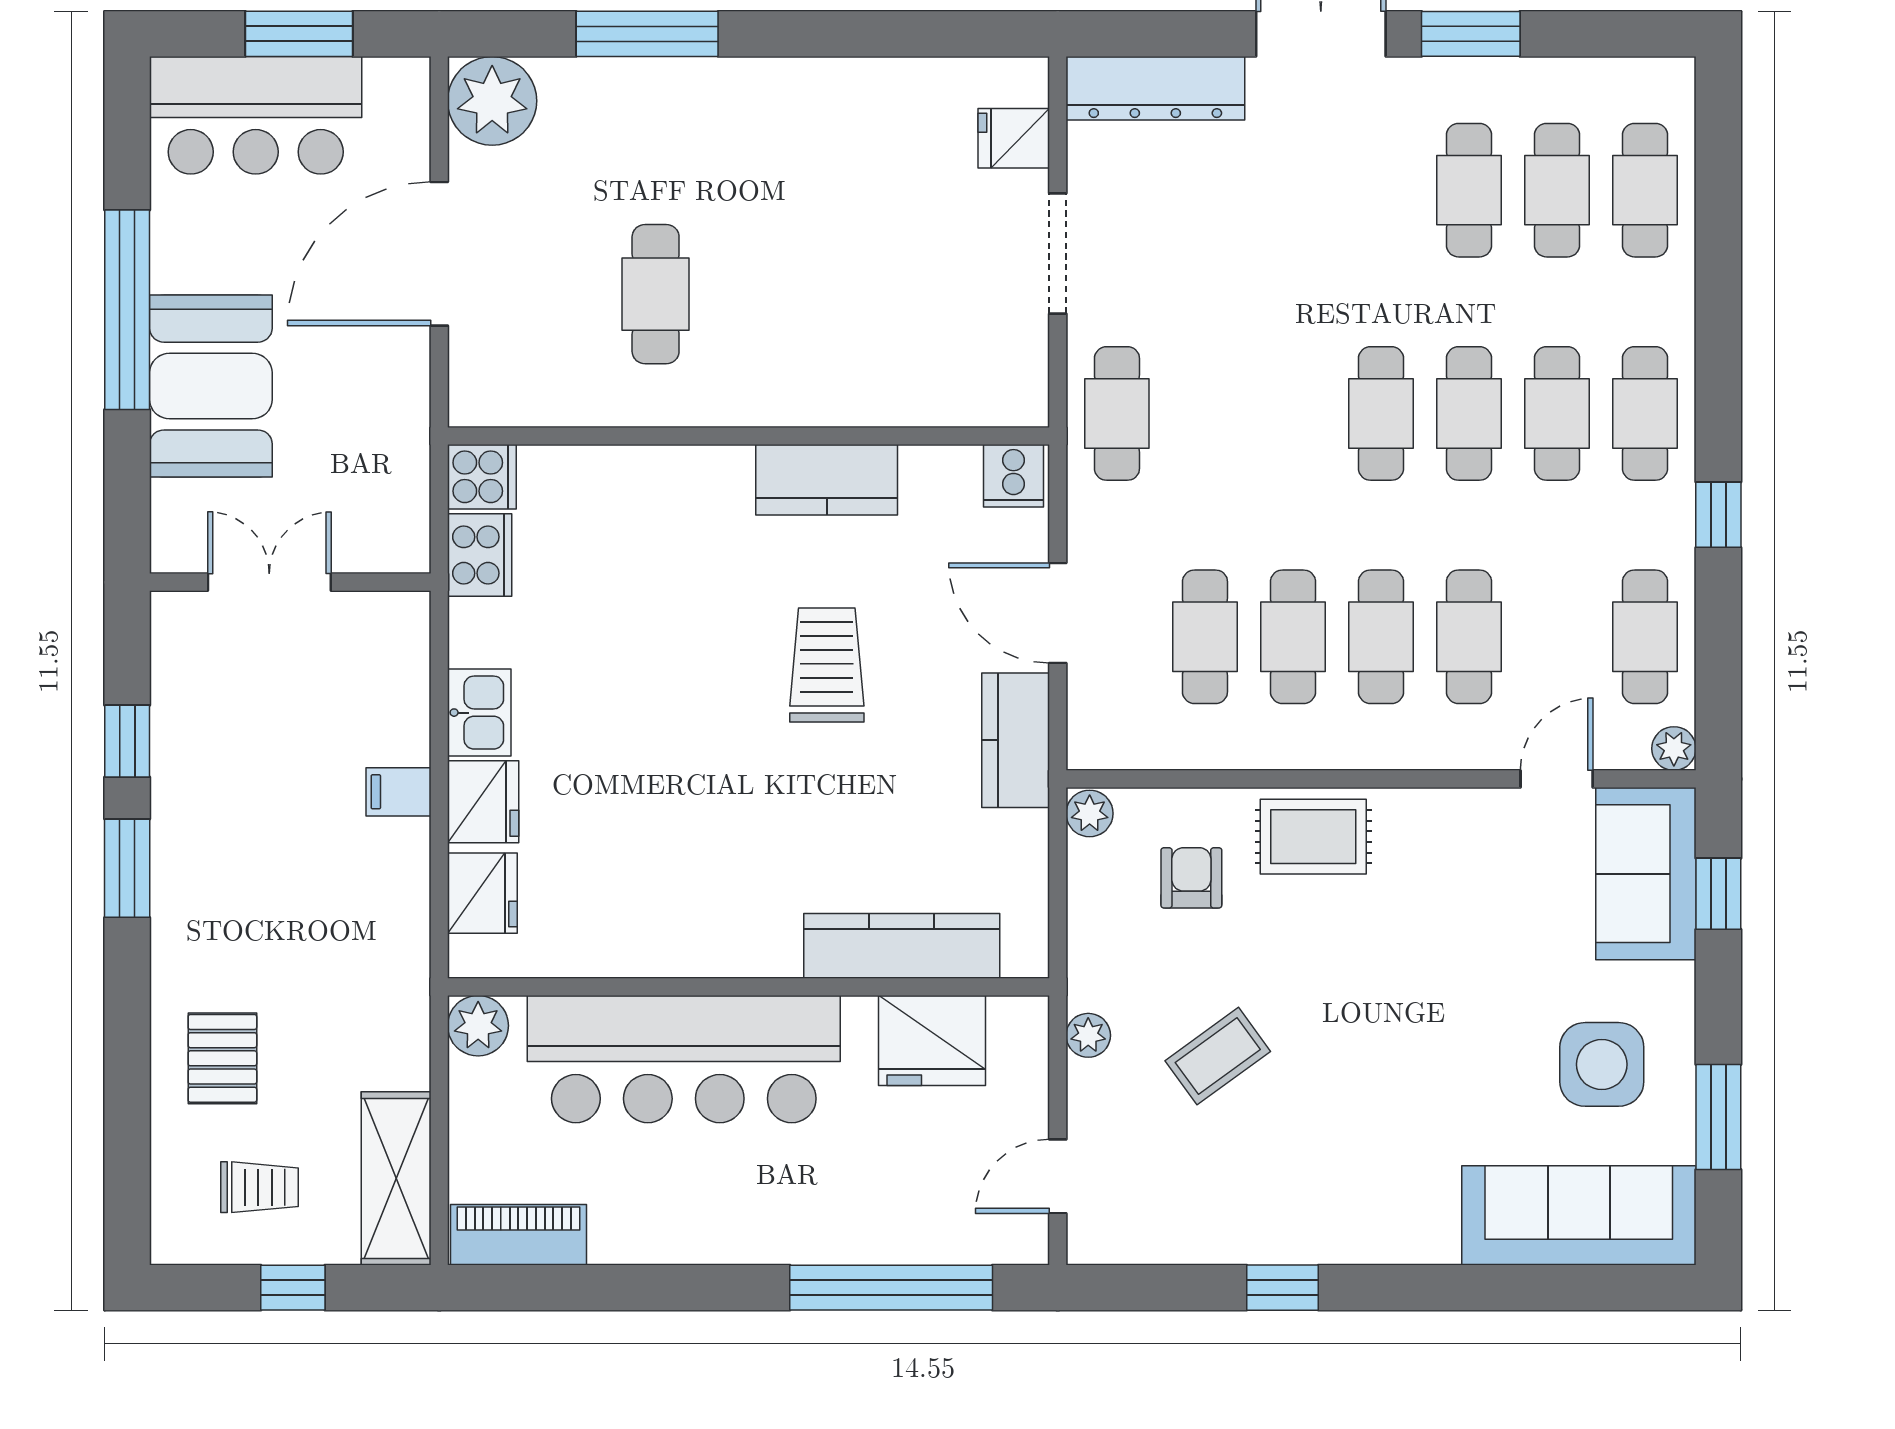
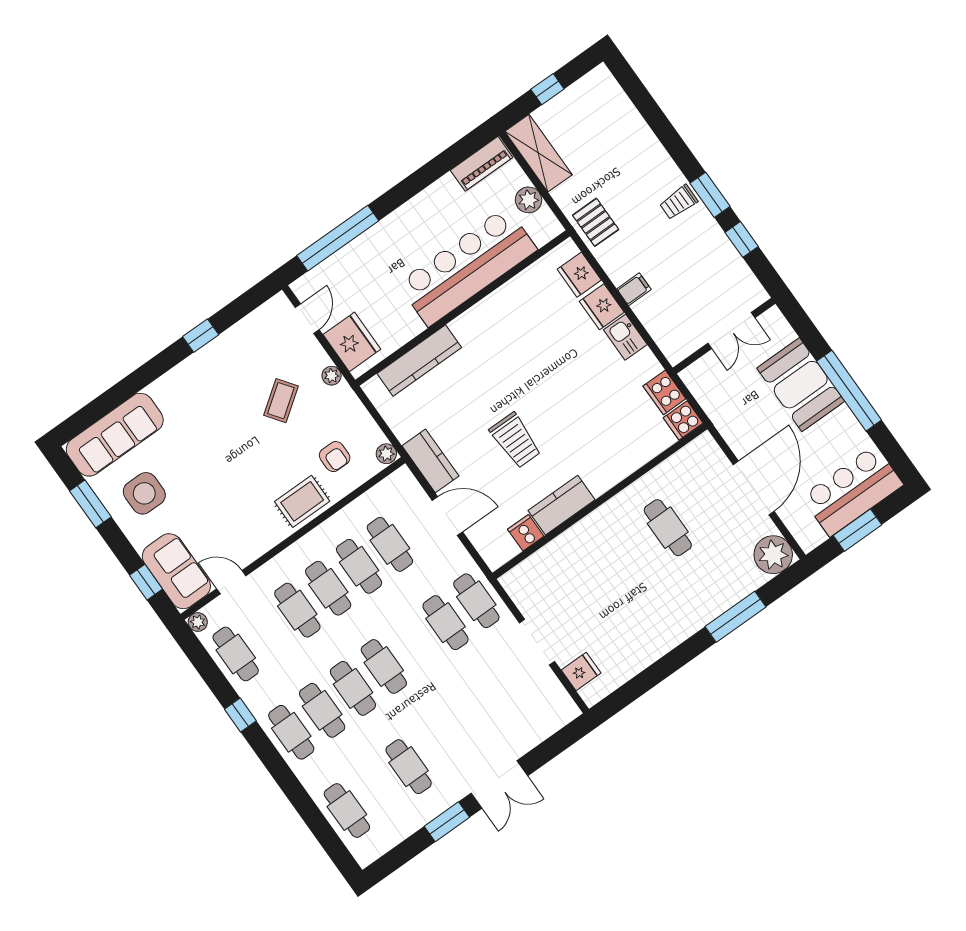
dresser: (1155, 88) -> (544, 724), removed
cafe table: (1557, 190) -> (445, 623), moved
cooker: (1013, 476) -> (526, 533), moved
door: (1557, 779) -> (231, 582), swing flipped
plant: (478, 1026) -> (528, 200), moved
fridge: (932, 1041) -> (352, 342), moved, turned 90
pallet: (222, 1058) -> (596, 222), moved
trolley: (260, 1187) -> (679, 202), moved

